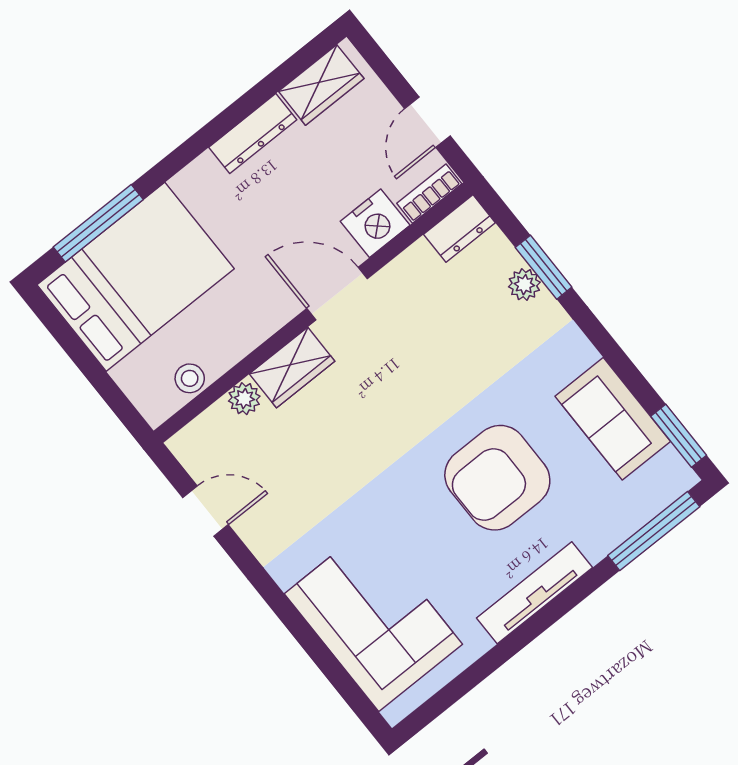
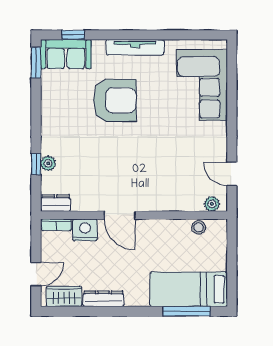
door: (427, 122) -> (36, 274), moved
window: (544, 267) -> (36, 164), width x0.67
bed: (136, 277) -> (189, 289), width x0.67
wardrobe: (292, 367) -> (158, 201), removed
plant: (244, 399) -> (212, 204), moved
sofa: (613, 419) -> (66, 54), moved, turned 90
window: (654, 531) -> (73, 35), width x0.46

